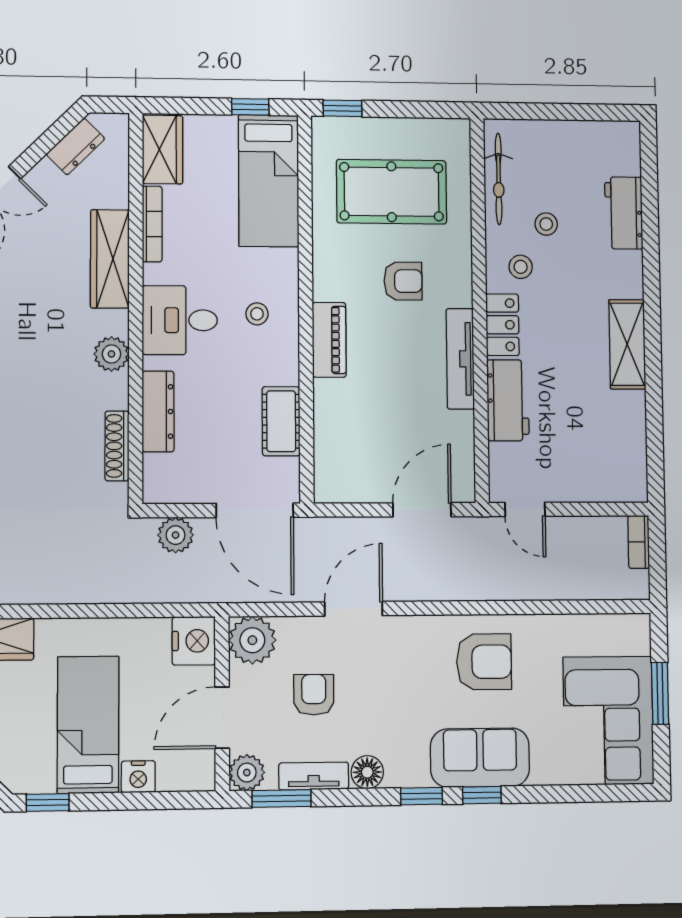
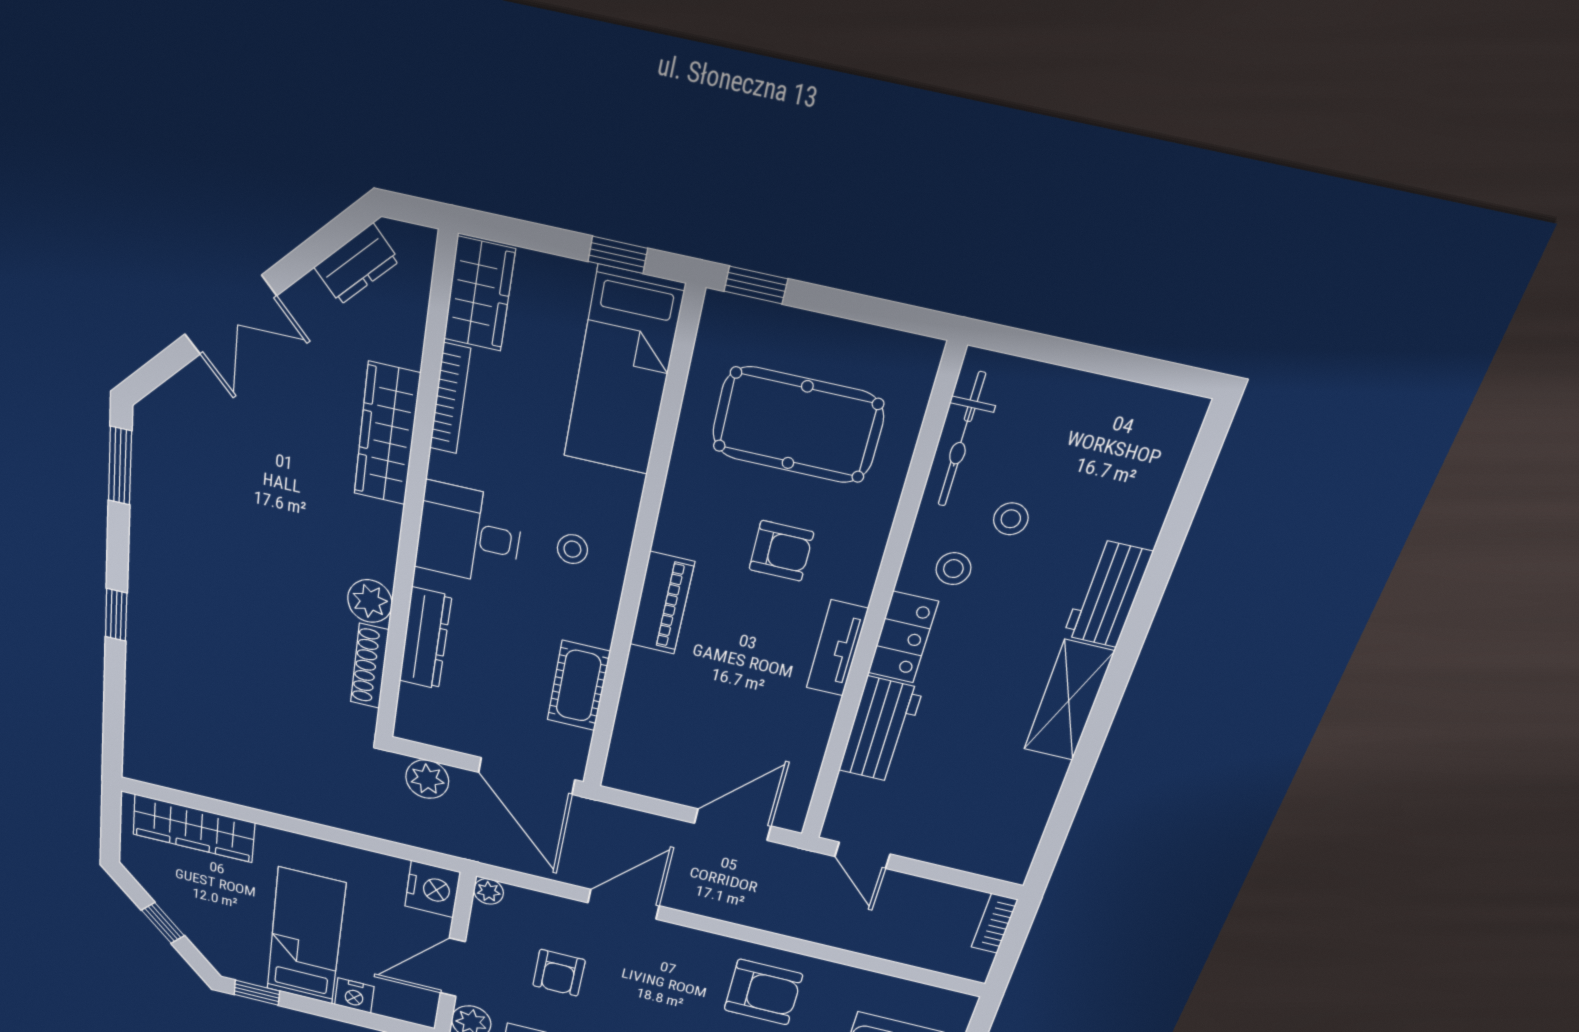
workbench: (624, 213) -> (1108, 594), moved
plant: (111, 354) -> (370, 601), moved
tv unit: (460, 359) -> (837, 648), width x0.71
plant: (252, 640) -> (489, 891), width x0.53, depth x0.53
armchair: (314, 695) -> (559, 973), turned 180

